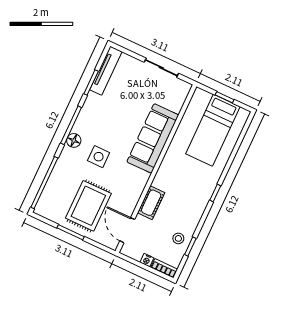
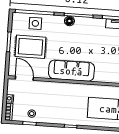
sofa: (153, 138) -> (71, 71), moved
side table: (99, 157) -> (35, 23), moved
cot: (151, 203) -> (48, 87), removed
door: (127, 230) -> (24, 78), hinge flipped

